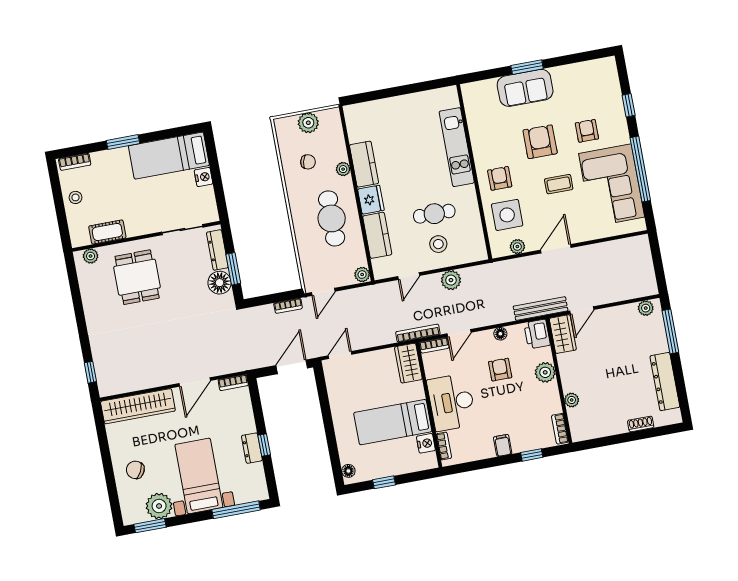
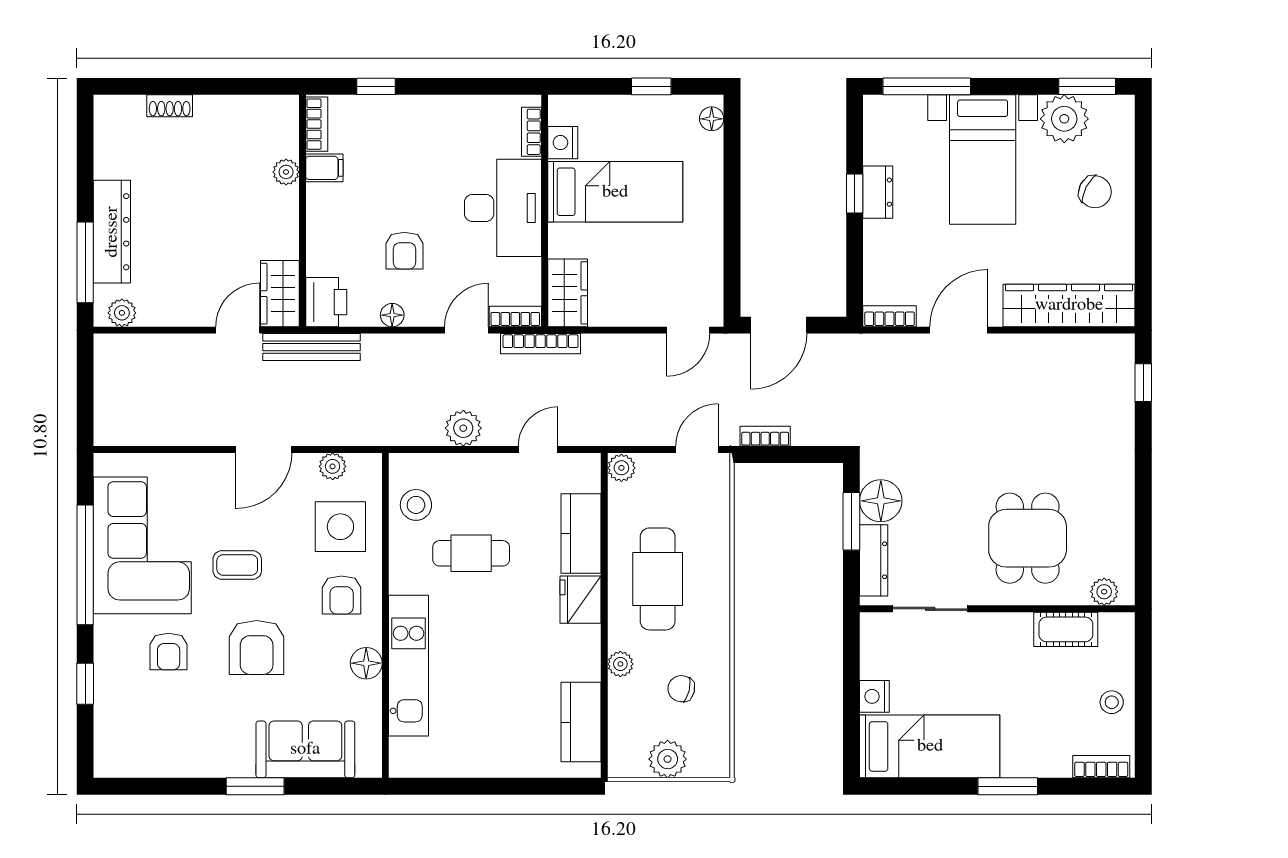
sofa: (525, 88) -> (305, 749), moved
floor lamp: (480, 144) -> (366, 663), added
kitchen counter: (364, 164) -> (581, 722), moved
stool: (438, 244) -> (416, 505), moved
plant: (545, 372) -> (324, 231), removed
dresser: (665, 382) -> (112, 232), moved
filing cabinet: (503, 445) -> (324, 168), moved, turned -90

